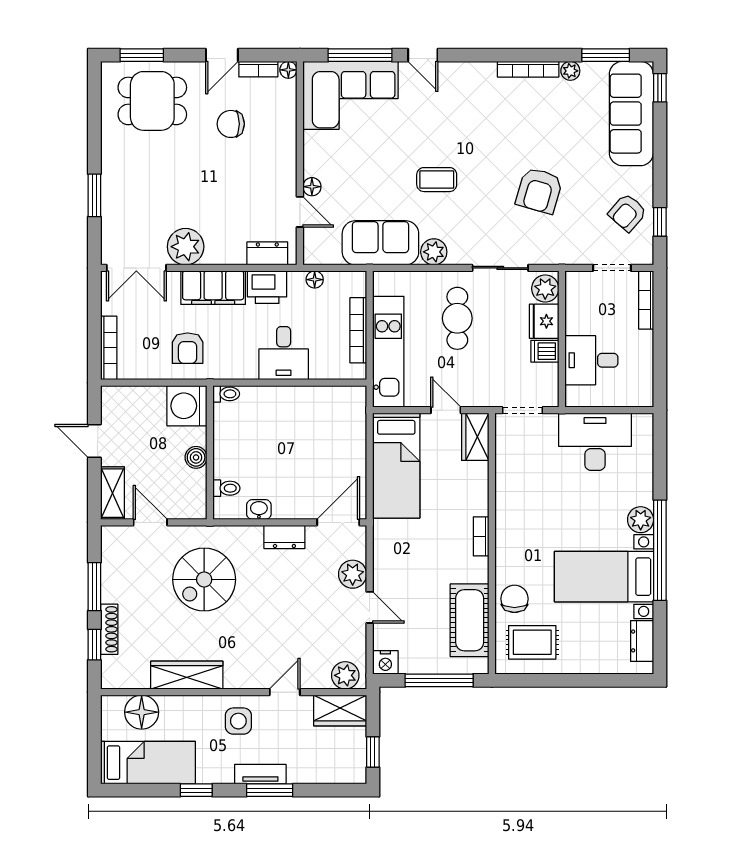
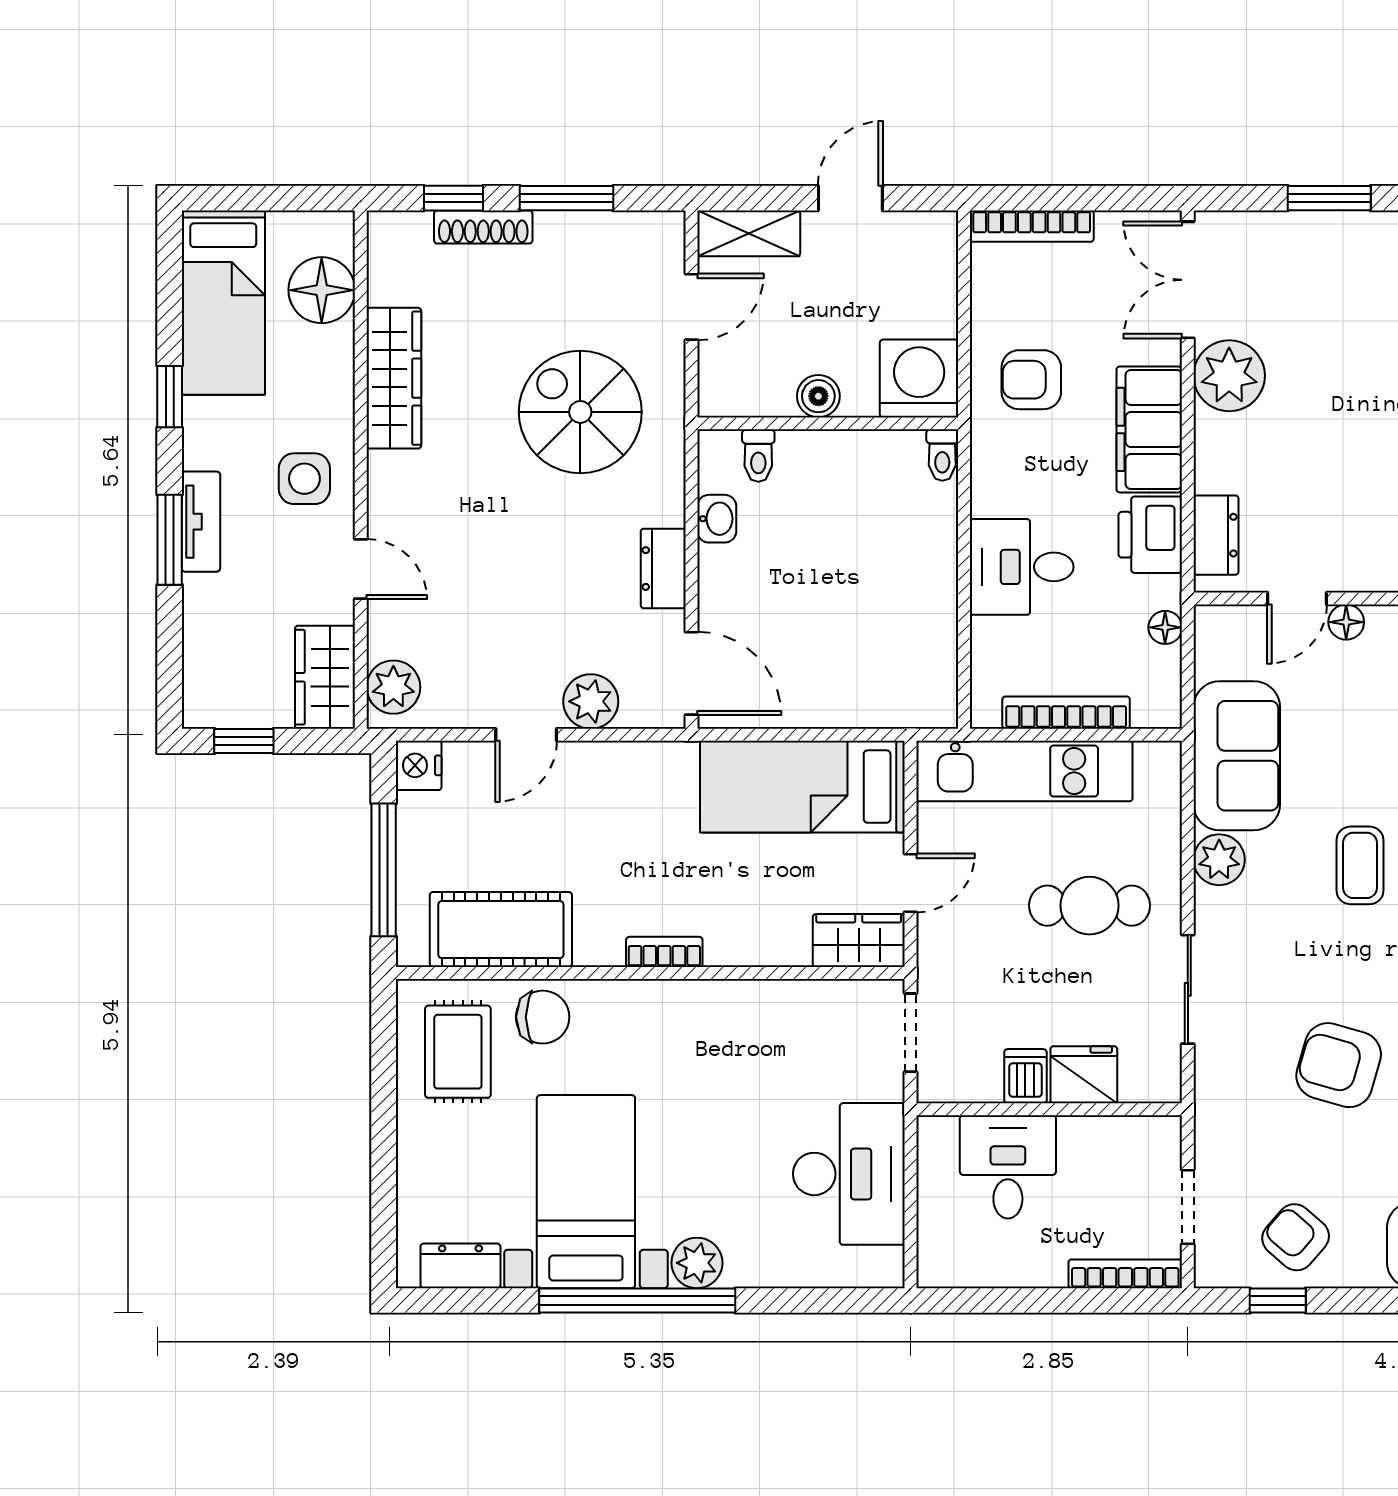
plant: (545, 289) -> (1148, 1077), removed

